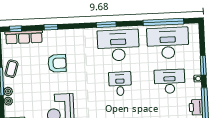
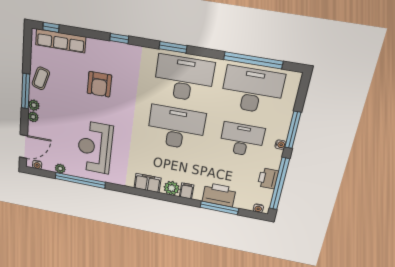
window: (51, 27) -> (119, 38), moved
armchair: (57, 63) -> (99, 84), turned 90
window: (203, 65) -> (293, 130), width x1.44
desk: (120, 84) -> (176, 128), width x1.87, depth x1.30

